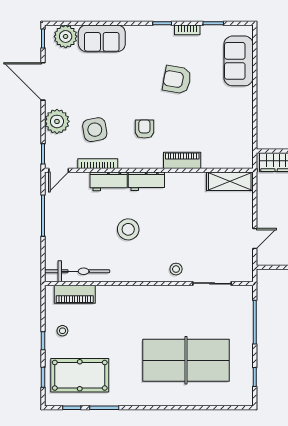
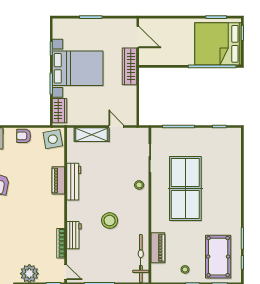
armchair: (144, 129) -> (24, 136), moved
side table: (95, 130) -> (53, 139), moved
workbench: (146, 181) -> (74, 182), moved, width x1.38
shelving: (230, 181) -> (92, 135), moved, turned 90
piano: (75, 294) -> (158, 248), moved
table tennis table: (186, 360) -> (185, 188), moved

